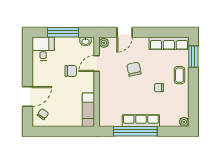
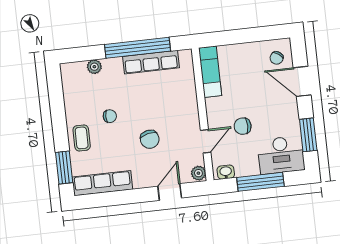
desk: (43, 49) -> (281, 155), width x1.37
window: (28, 60) -> (308, 135), added
door: (28, 97) -> (302, 81), hinge flipped
row of seats: (141, 121) -> (151, 62), moved
plant: (184, 122) -> (94, 67), moved

